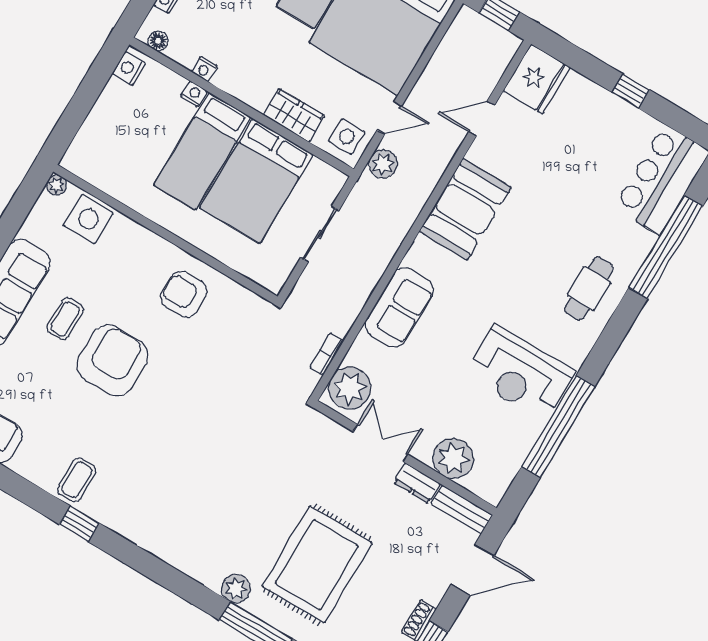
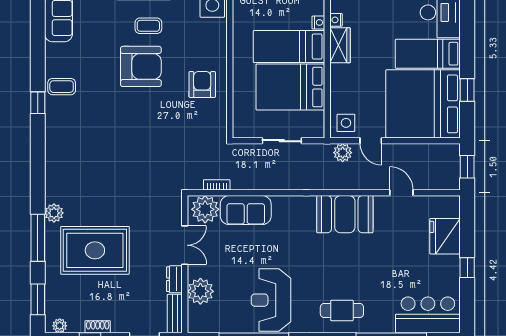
fridge: (537, 79) -> (445, 236), moved, turned 90
wardrobe: (294, 115) -> (340, 45), moved
sofa: (399, 307) -> (246, 210), moved

